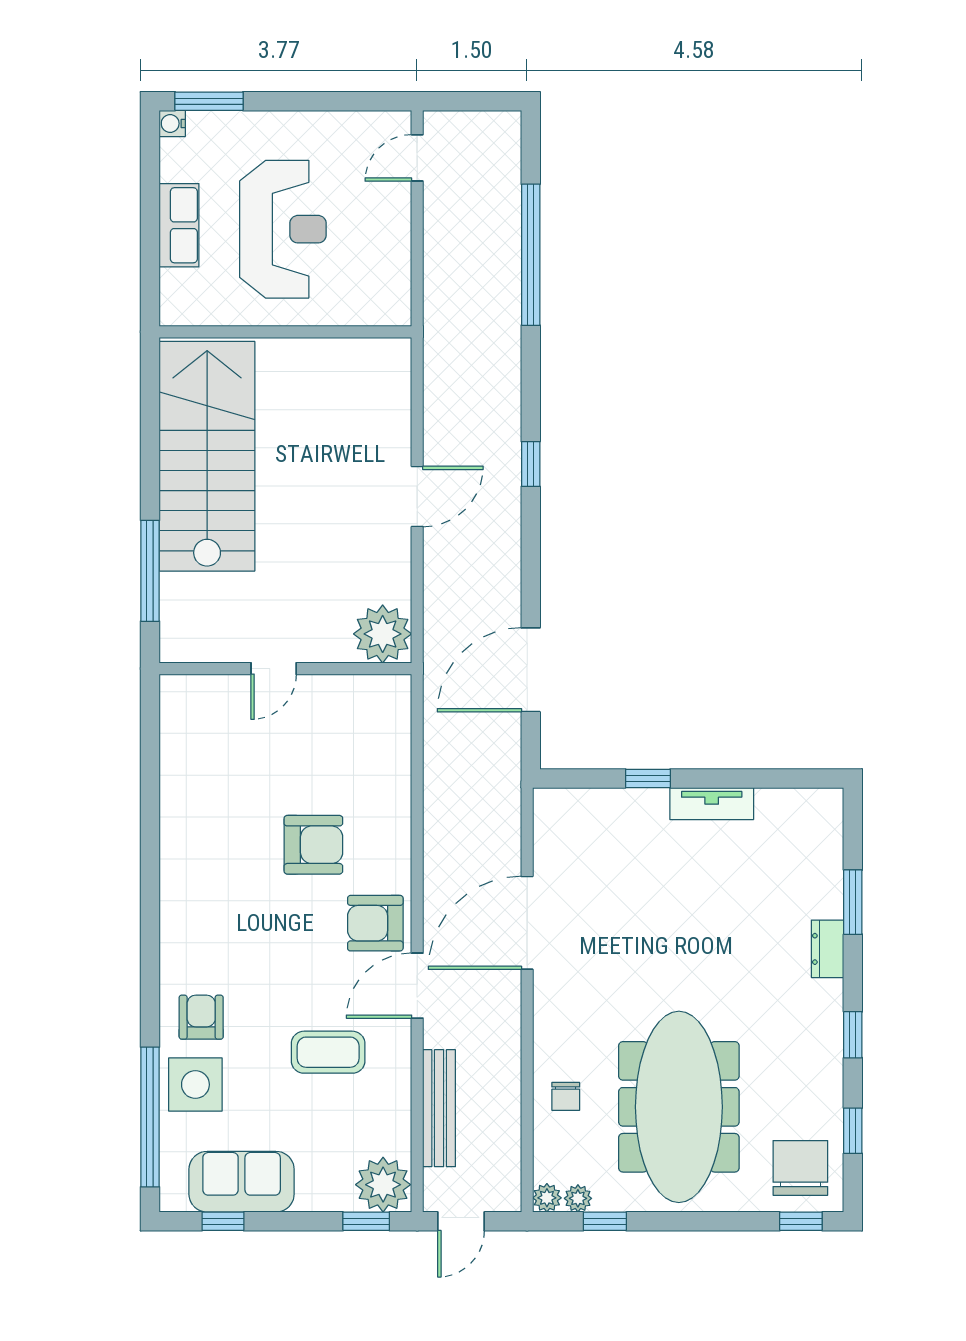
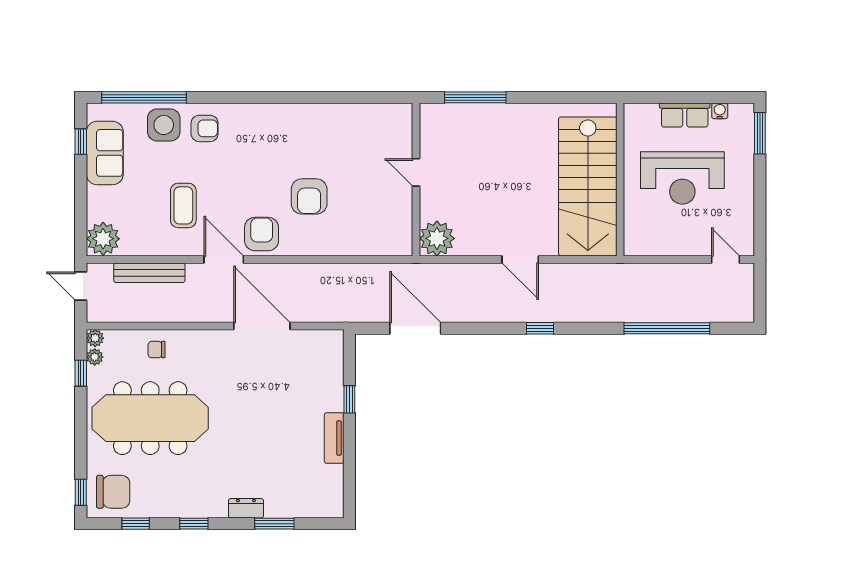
water cooler: (172, 123) -> (720, 111), moved
stairs: (207, 456) -> (588, 186), moved, turned 90
window: (366, 1221) -> (81, 229), removed

